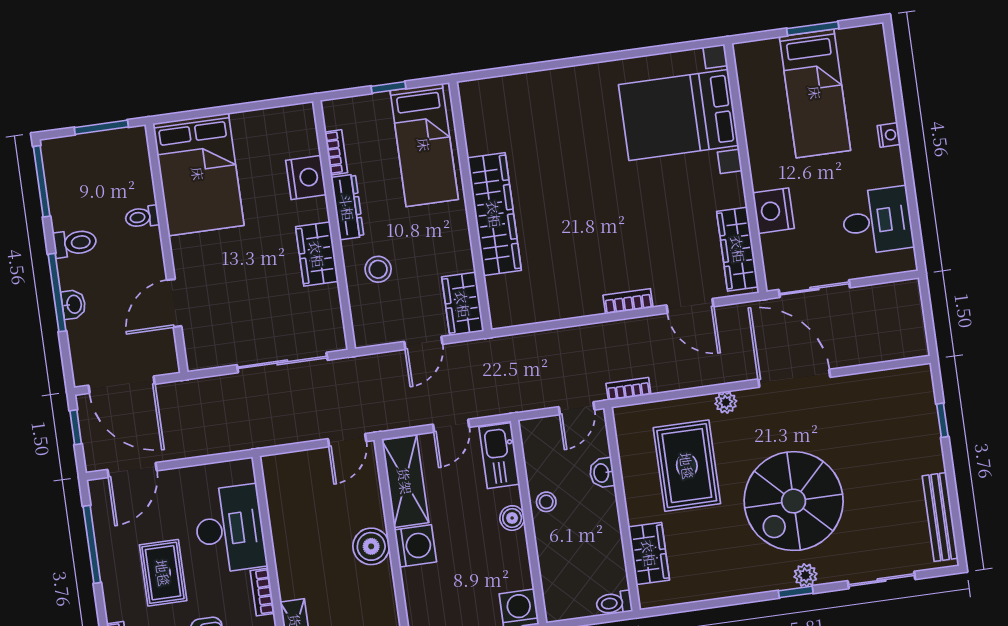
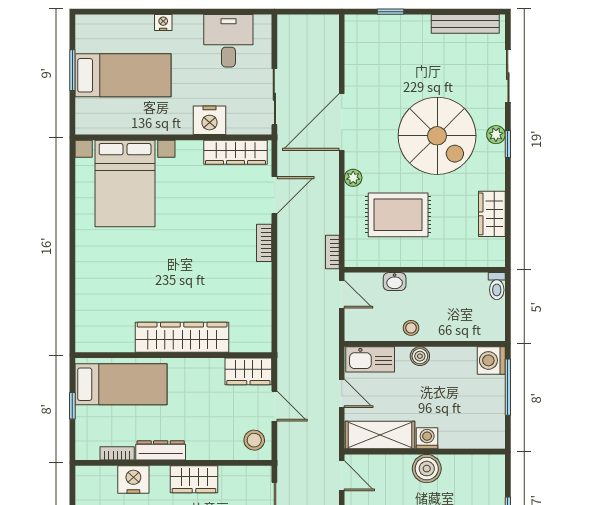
stool: (378, 269) -> (254, 440), moved
washing machine: (415, 546) -> (427, 438), width x0.73, depth x0.73
wardrobe: (649, 553) -> (492, 214), moved, turned -90

